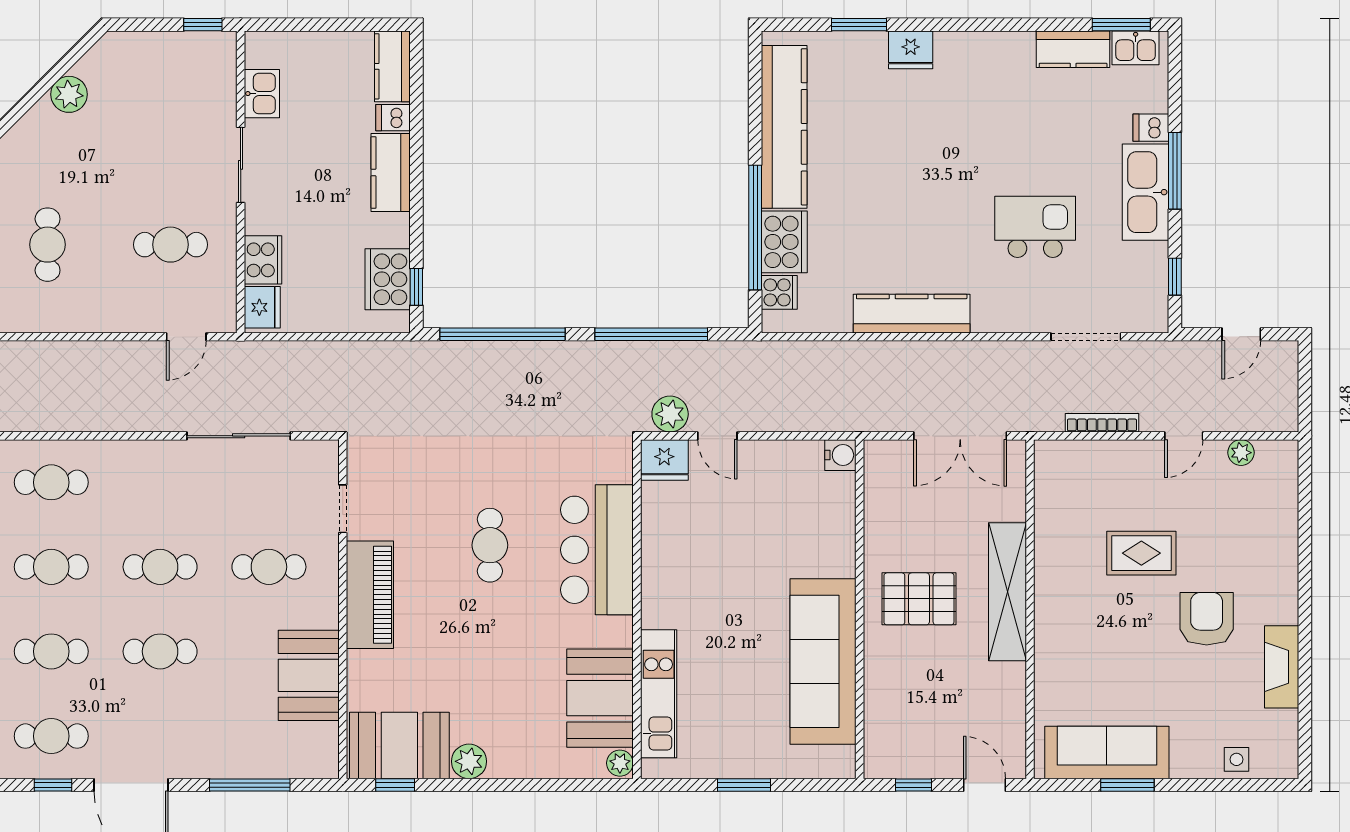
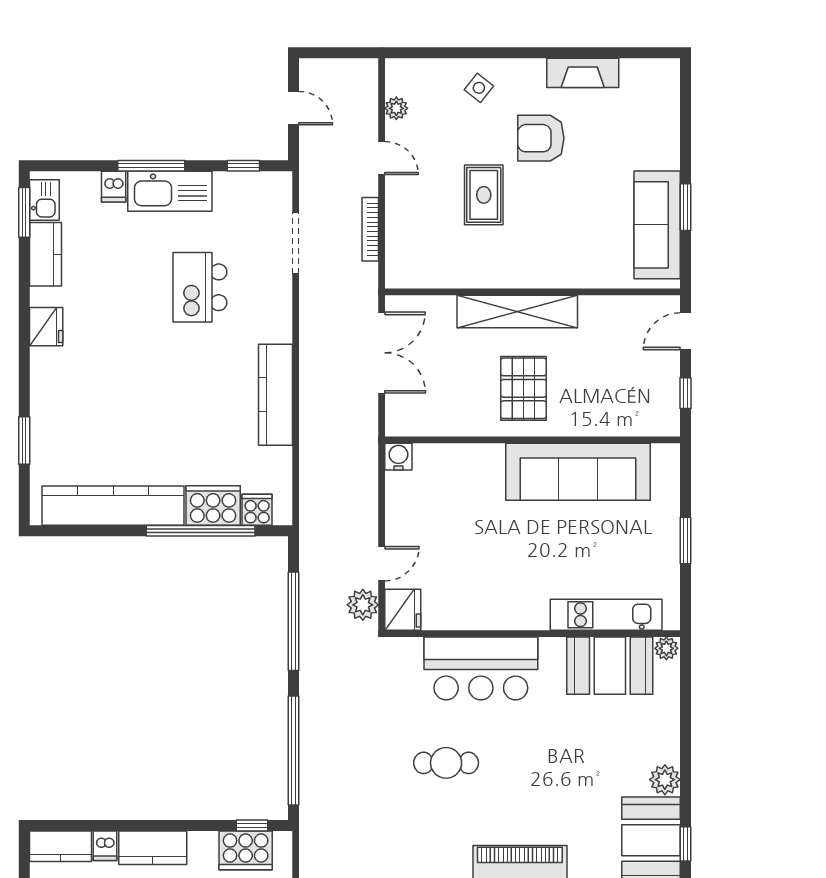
fridge: (911, 50) -> (46, 327), moved
cafe table: (490, 545) -> (446, 763), moved
side table: (1236, 759) -> (479, 88), moved, turned 38

